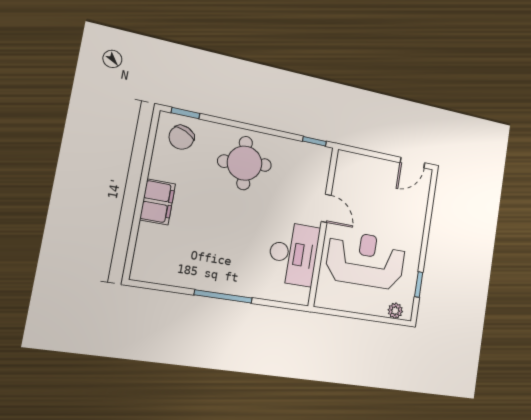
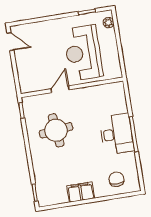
chair: (181, 137) -> (116, 179), moved, turned -115
round table: (245, 163) -> (56, 130), moved
filing cabinet: (158, 202) -> (81, 192), moved
desk: (293, 254) -> (117, 134), moved, turned 90

